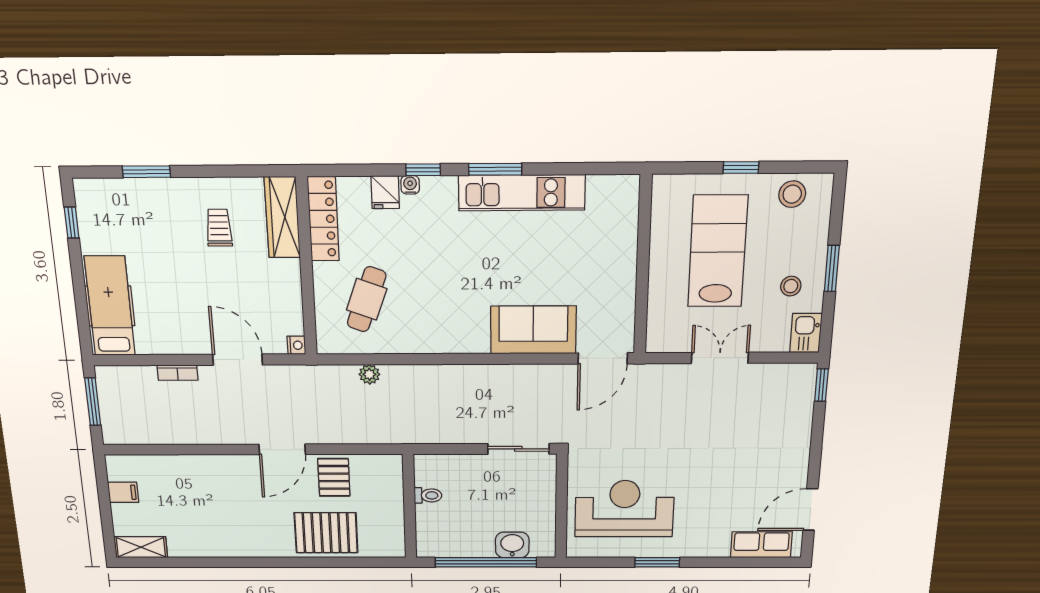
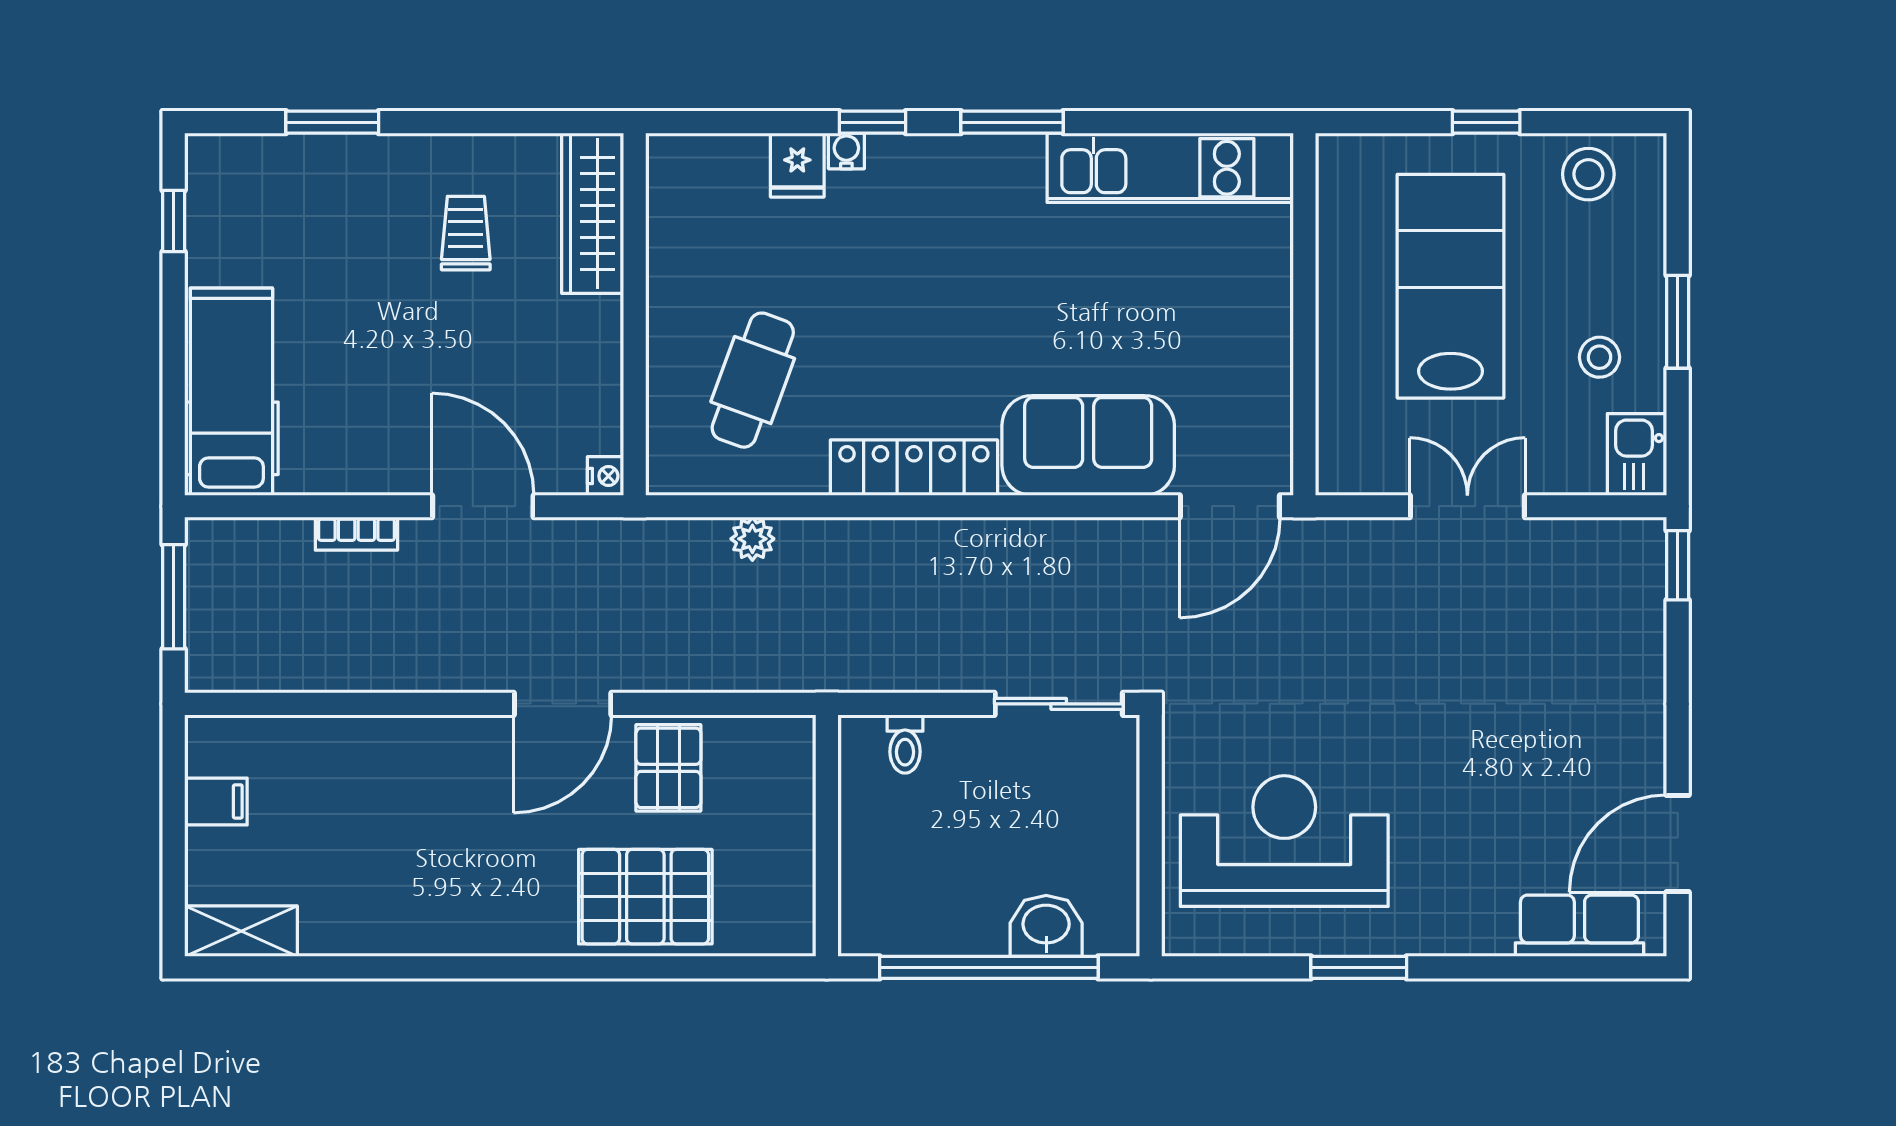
kitchen unit: (522, 193) -> (1170, 168), moved
locker: (323, 219) -> (914, 468), moved, turned -90
toilet: (428, 495) -> (905, 744), moved, turned 90

